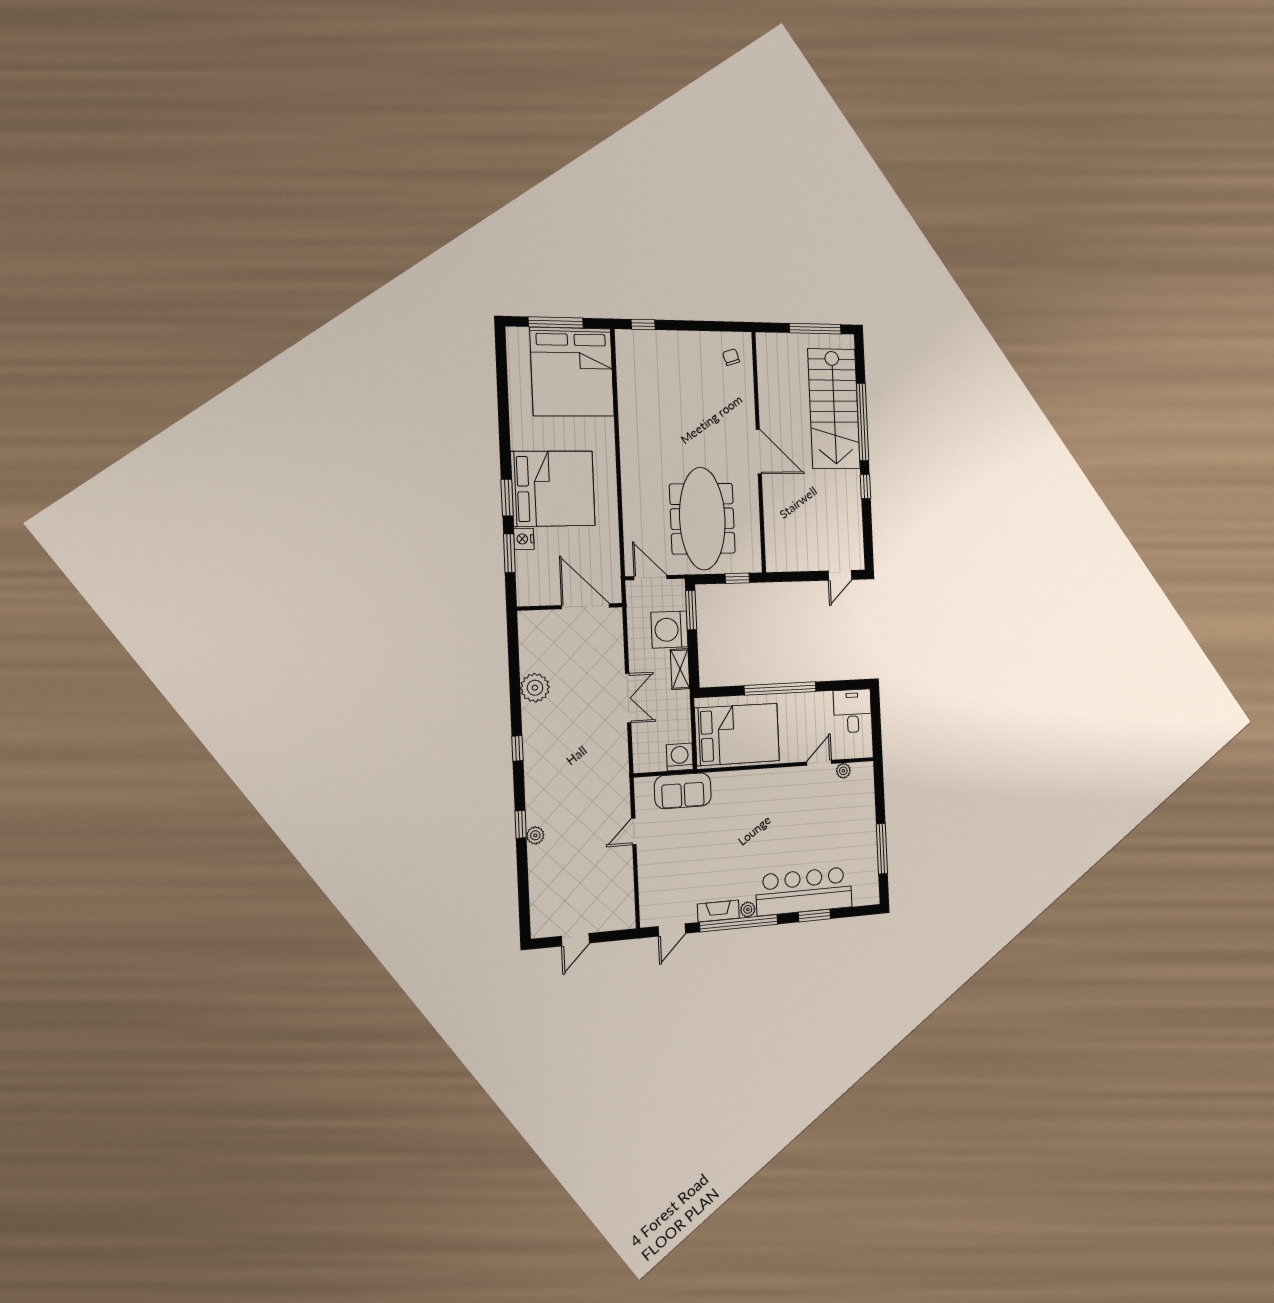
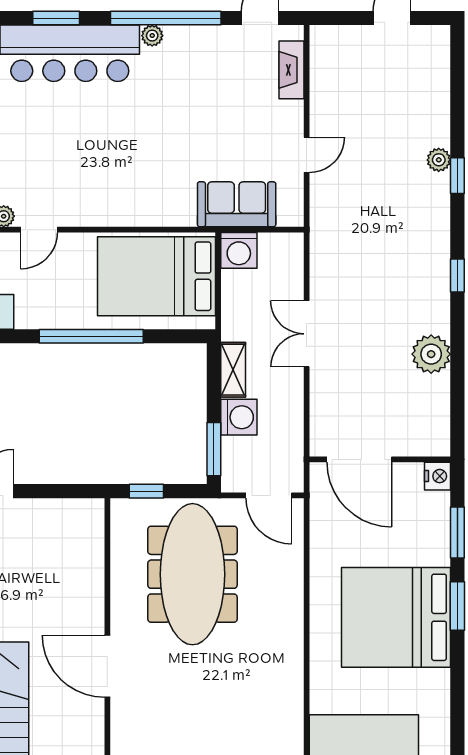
nightstand: (524, 539) -> (438, 476), moved
washing machine: (669, 630) -> (239, 417), width x0.73, depth x0.73
fireplace: (718, 911) -> (291, 70), moved, turned 90

